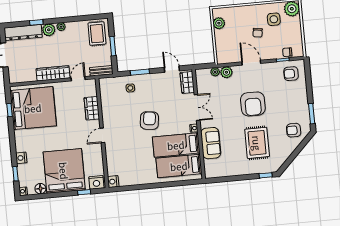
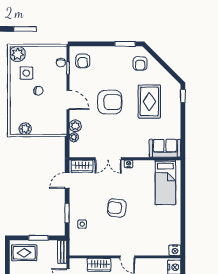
door: (251, 63) -> (68, 100), swing flipped
double door: (197, 108) -> (108, 159), swing flipped
sofa: (211, 143) -> (165, 148), moved
rug: (257, 143) -> (149, 102), turned 90
bed: (176, 145) -> (144, 183), removed

